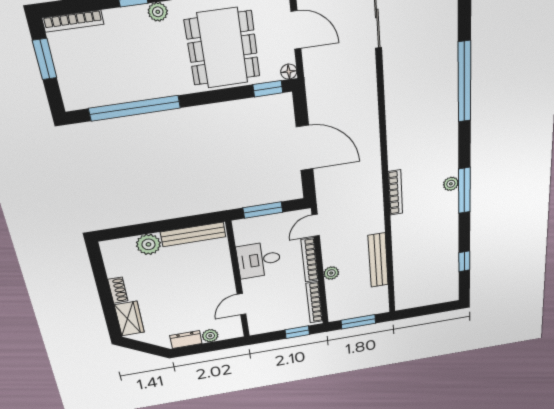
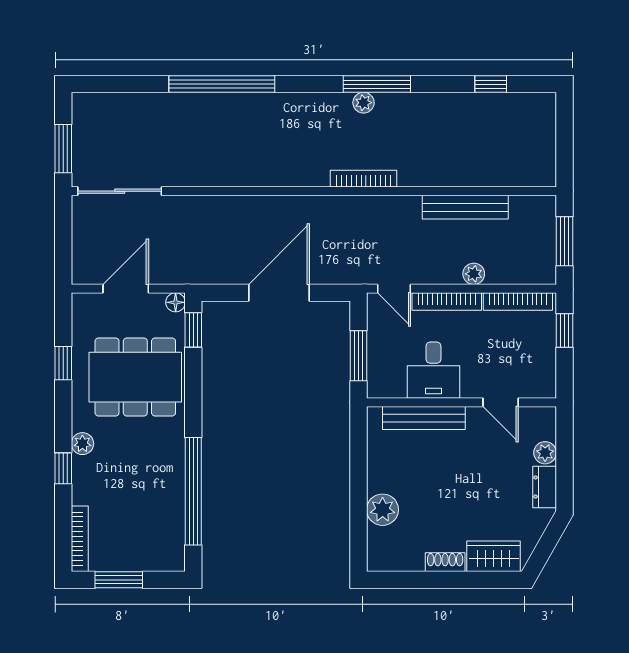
bench: (193, 234) -> (424, 418), moved, turned 90

